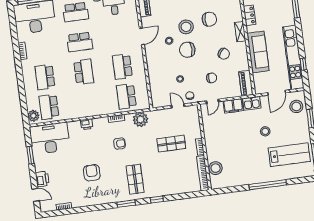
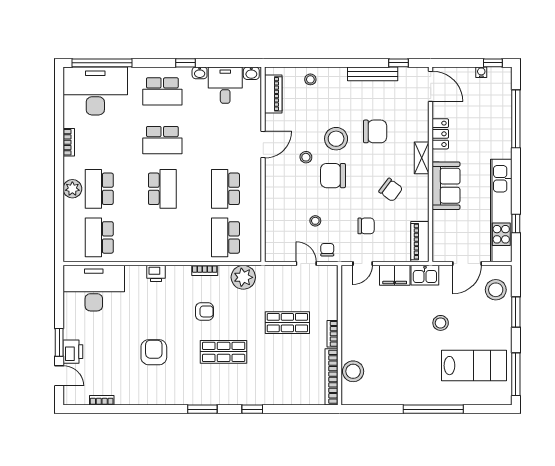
sofa: (258, 52) -> (446, 186), width x0.73
plant: (33, 116) -> (72, 189), moved
window: (30, 155) -> (59, 342), moved
shop shelf: (135, 179) -> (224, 352), moved, turned 90

